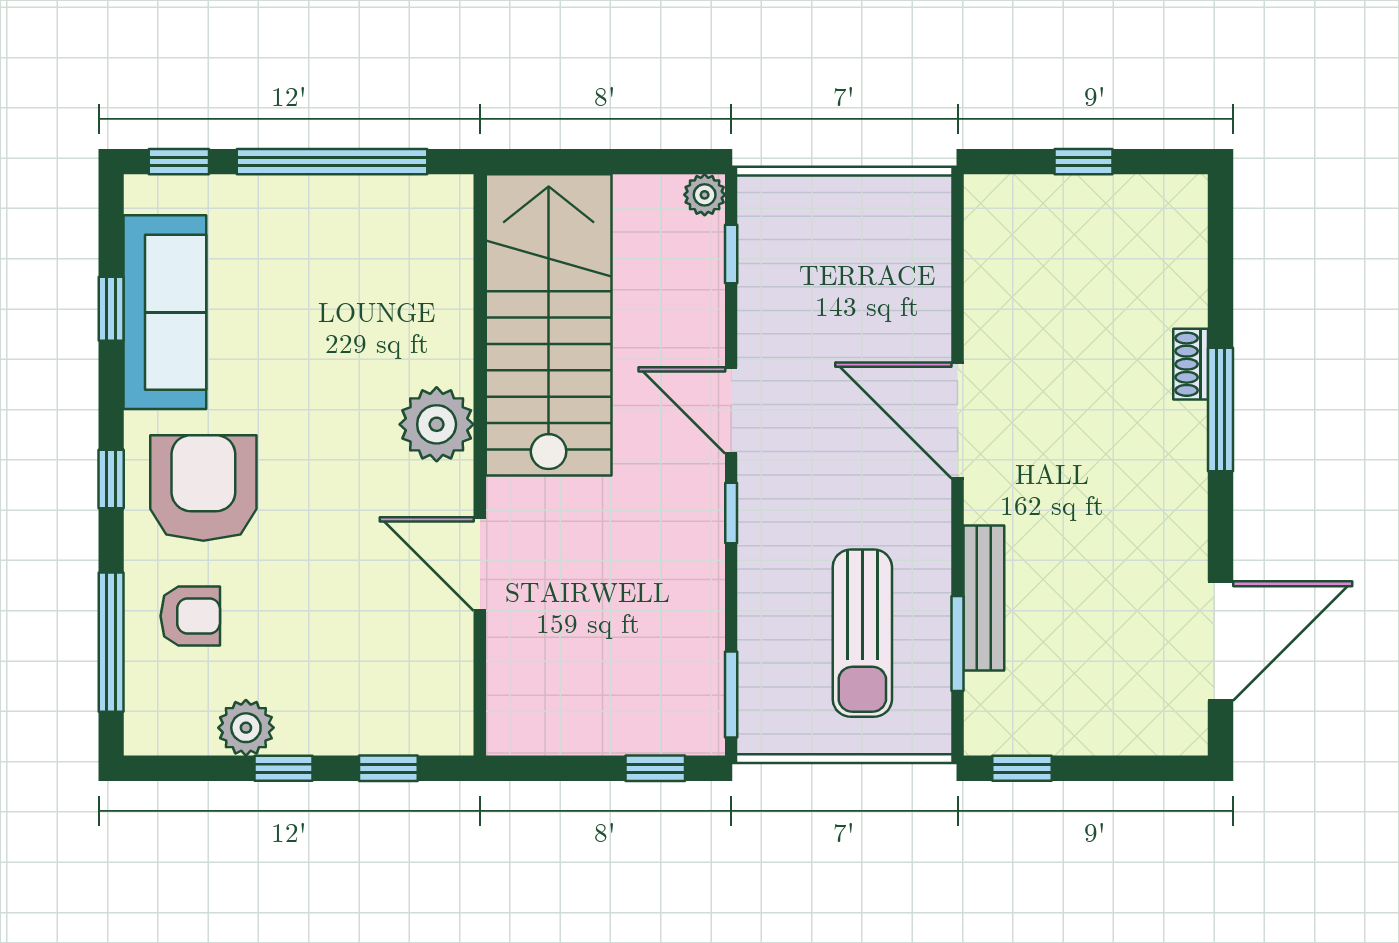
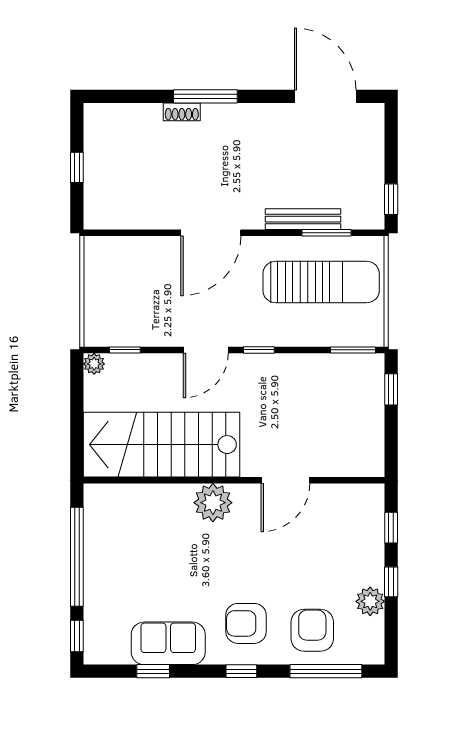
sofa: (165, 312) -> (168, 643), width x0.73
armchair: (203, 488) -> (246, 623), width x0.73, depth x0.73
armchair: (190, 616) -> (312, 630), width x1.38, depth x1.38
sun lounger: (862, 633) -> (321, 282), width x1.36, depth x1.34

